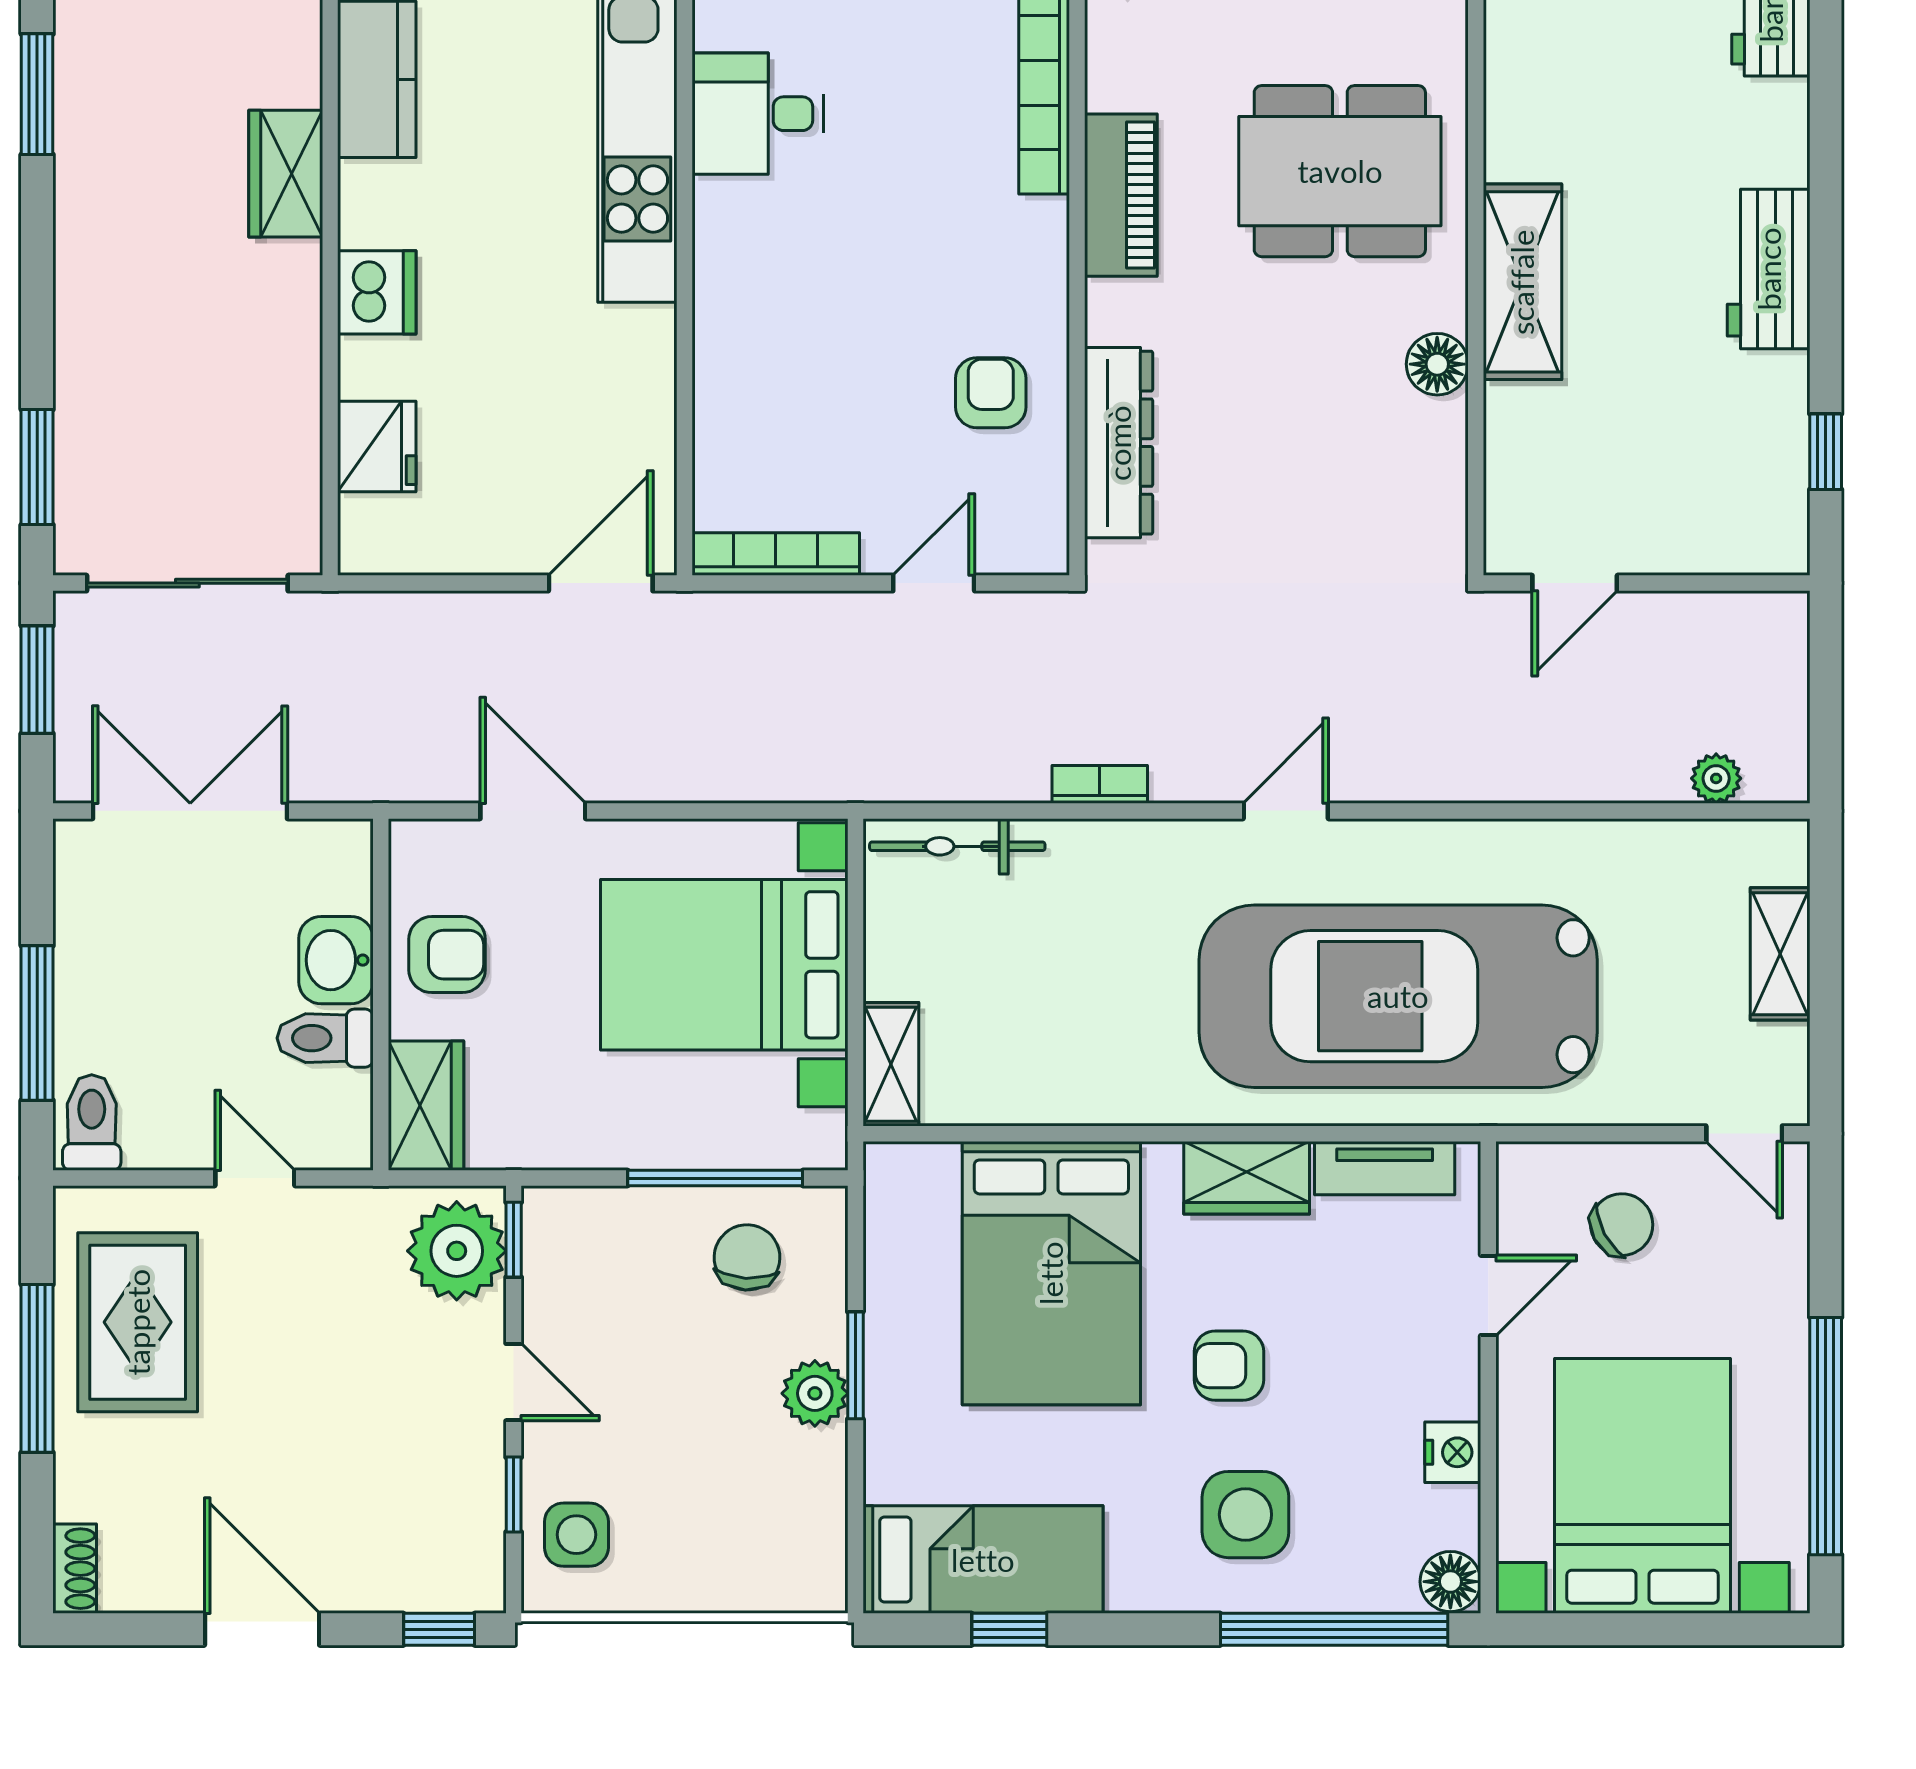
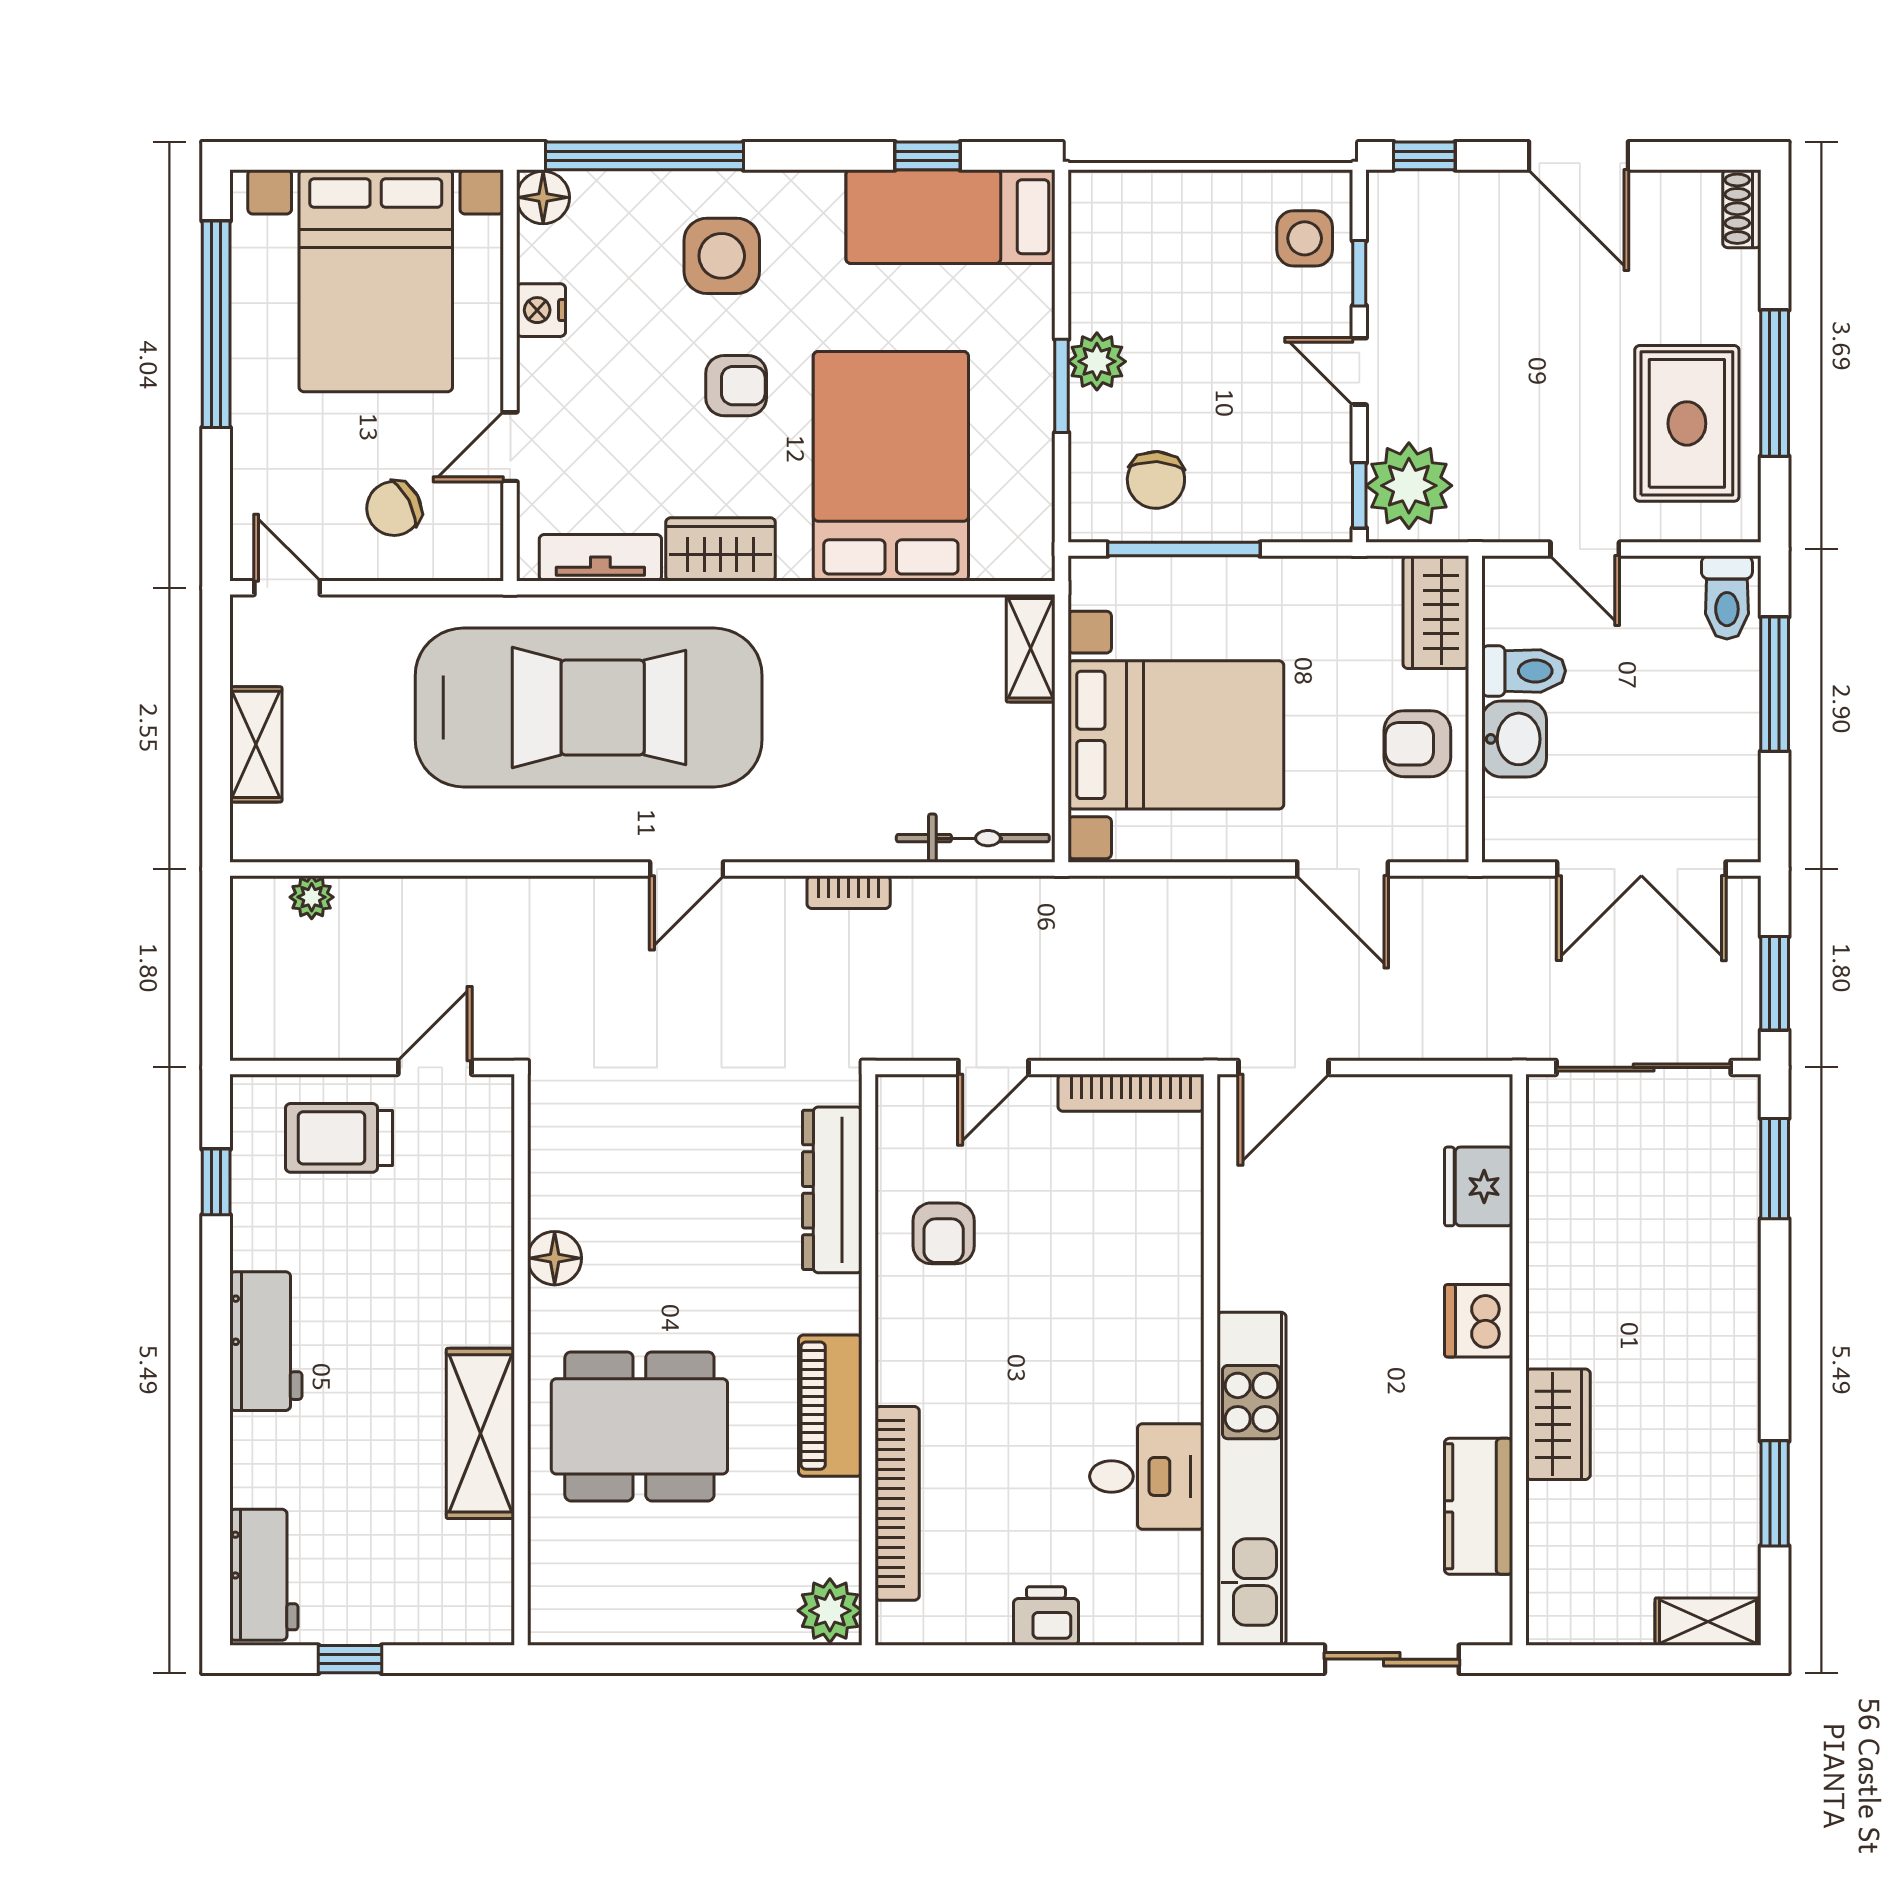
shelving: (1522, 282) -> (480, 1433), moved
trolley: (1685, 502) -> (339, 1138), added

